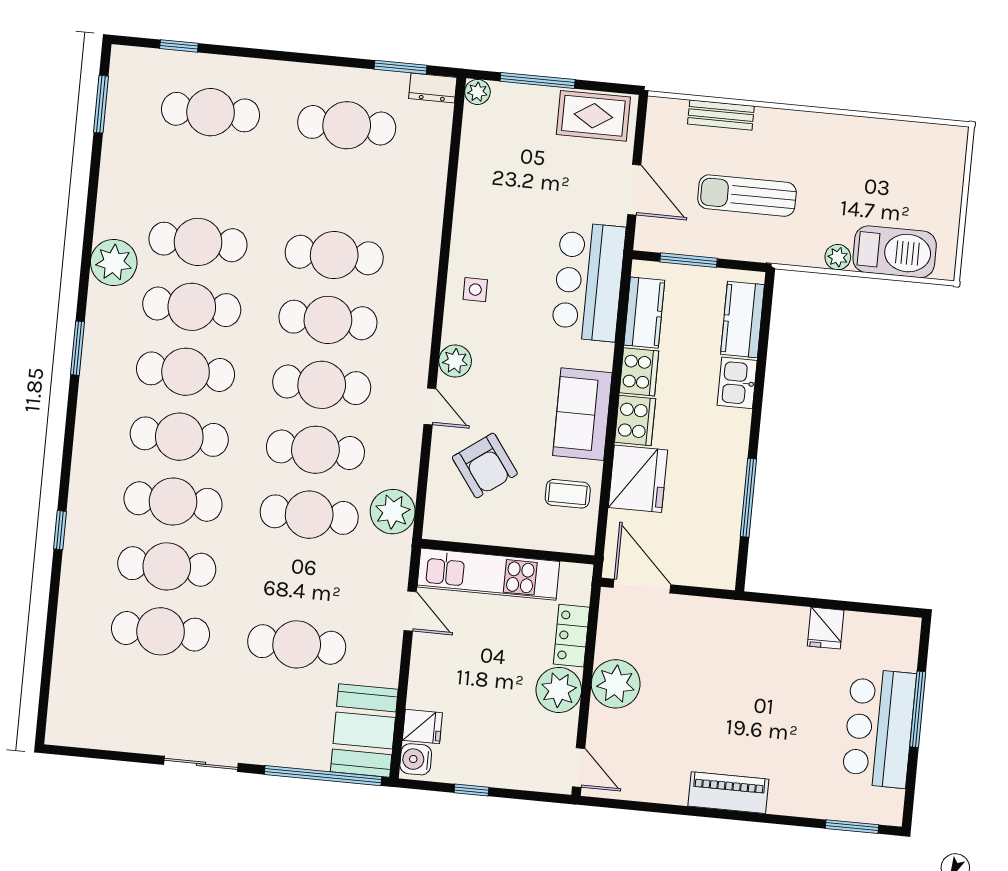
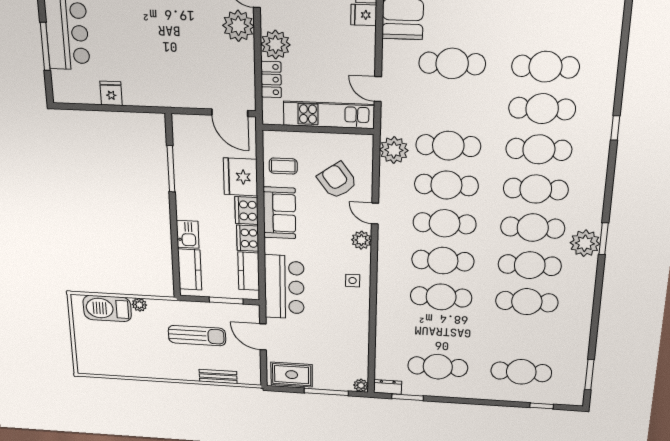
plant: (114, 262) -> (585, 243), moved
plant: (616, 684) -> (238, 26), moved

